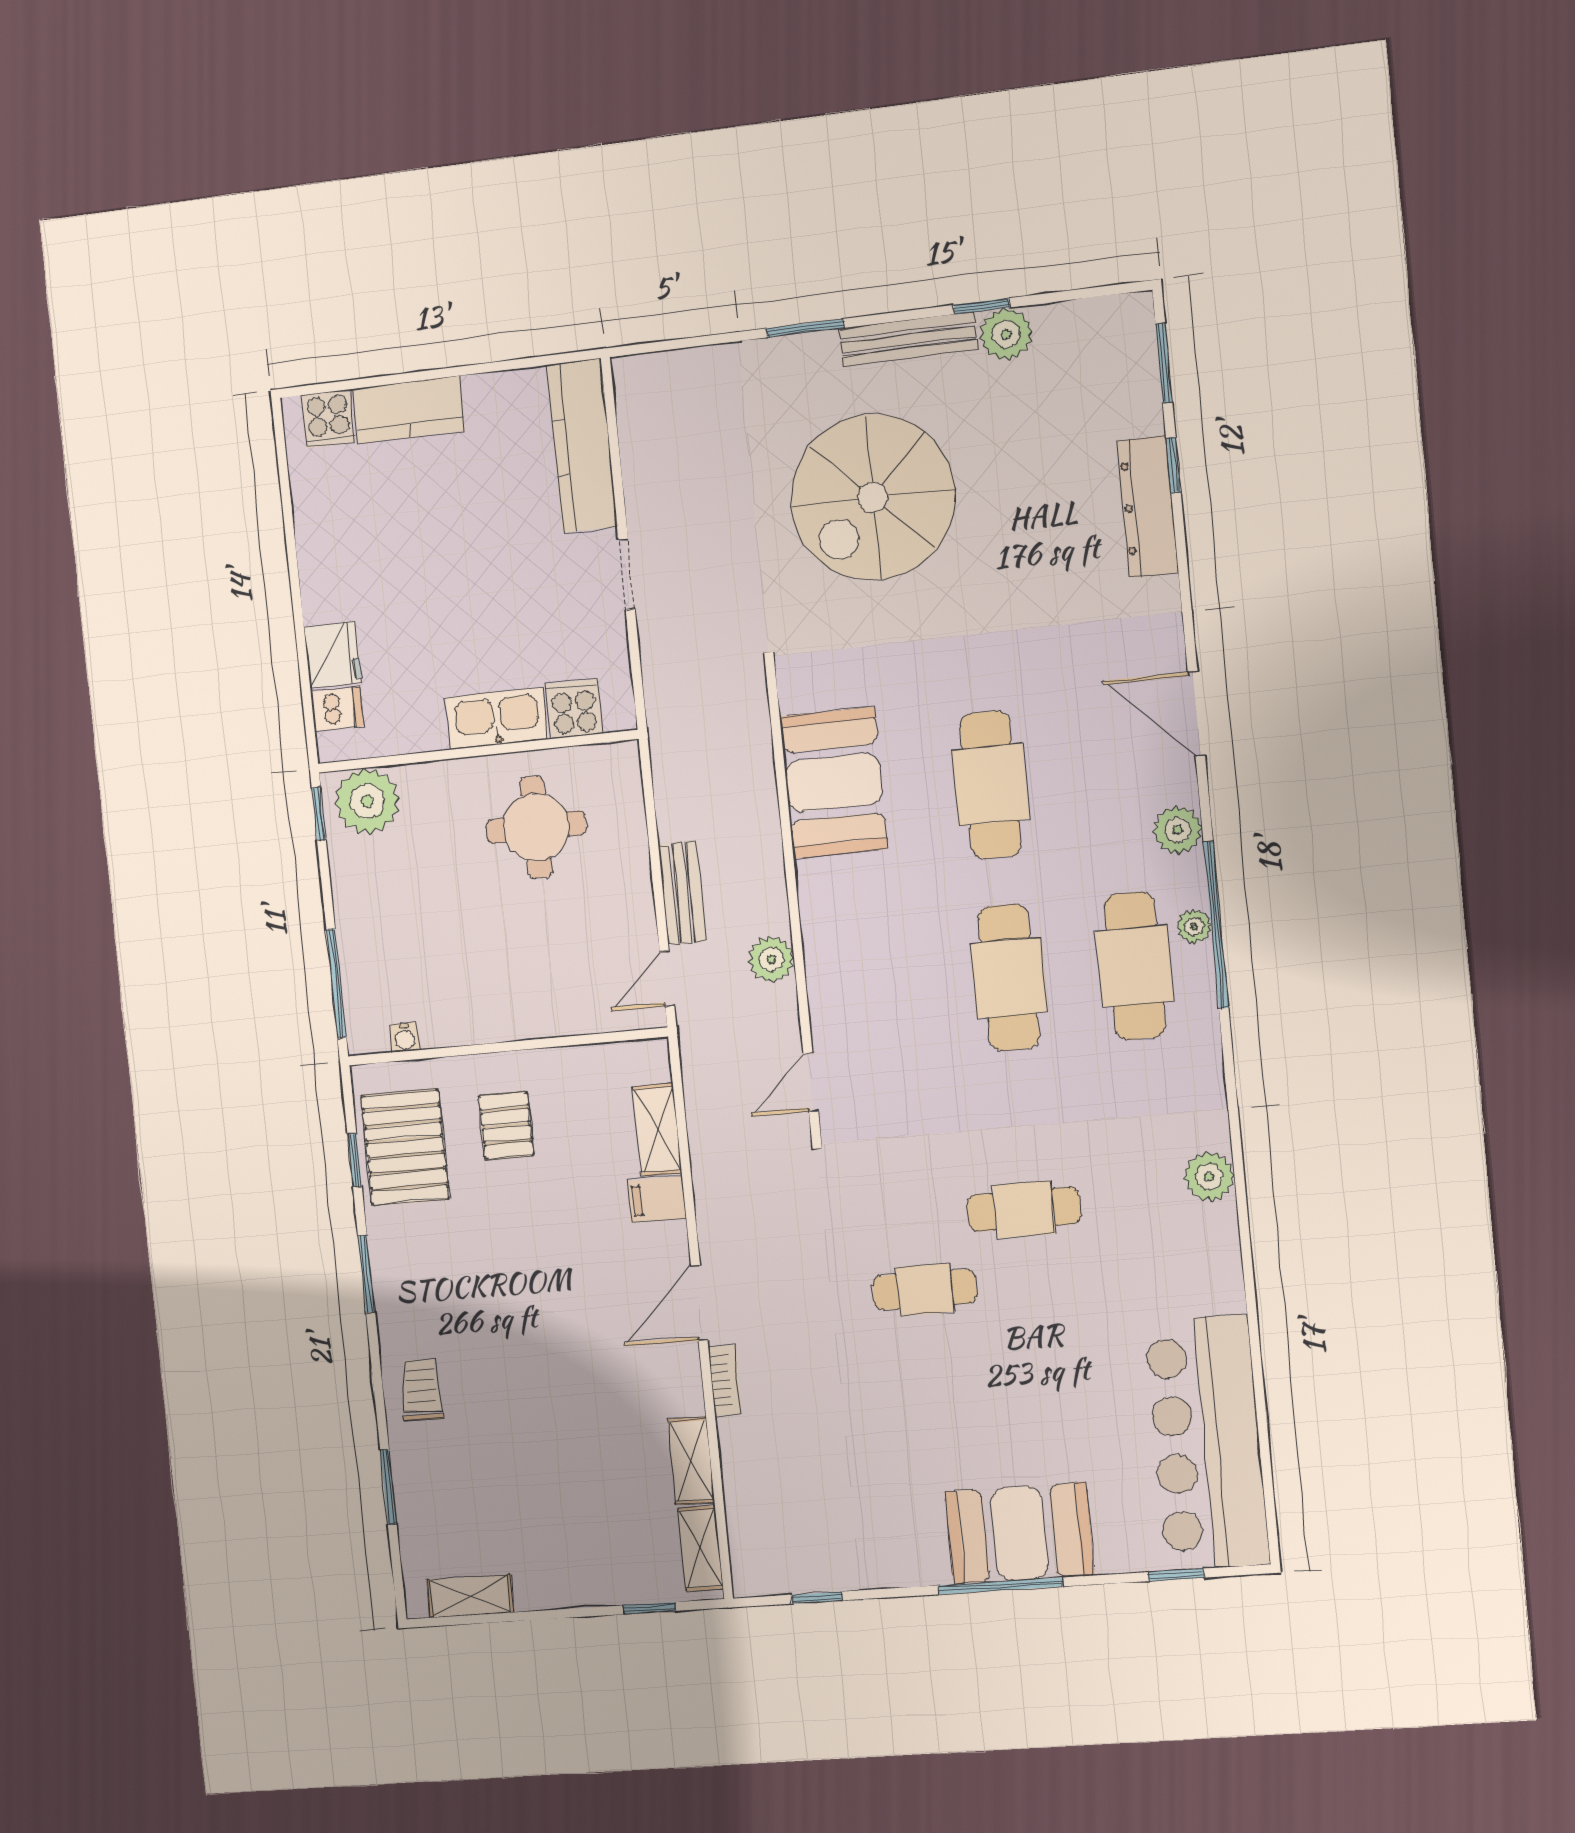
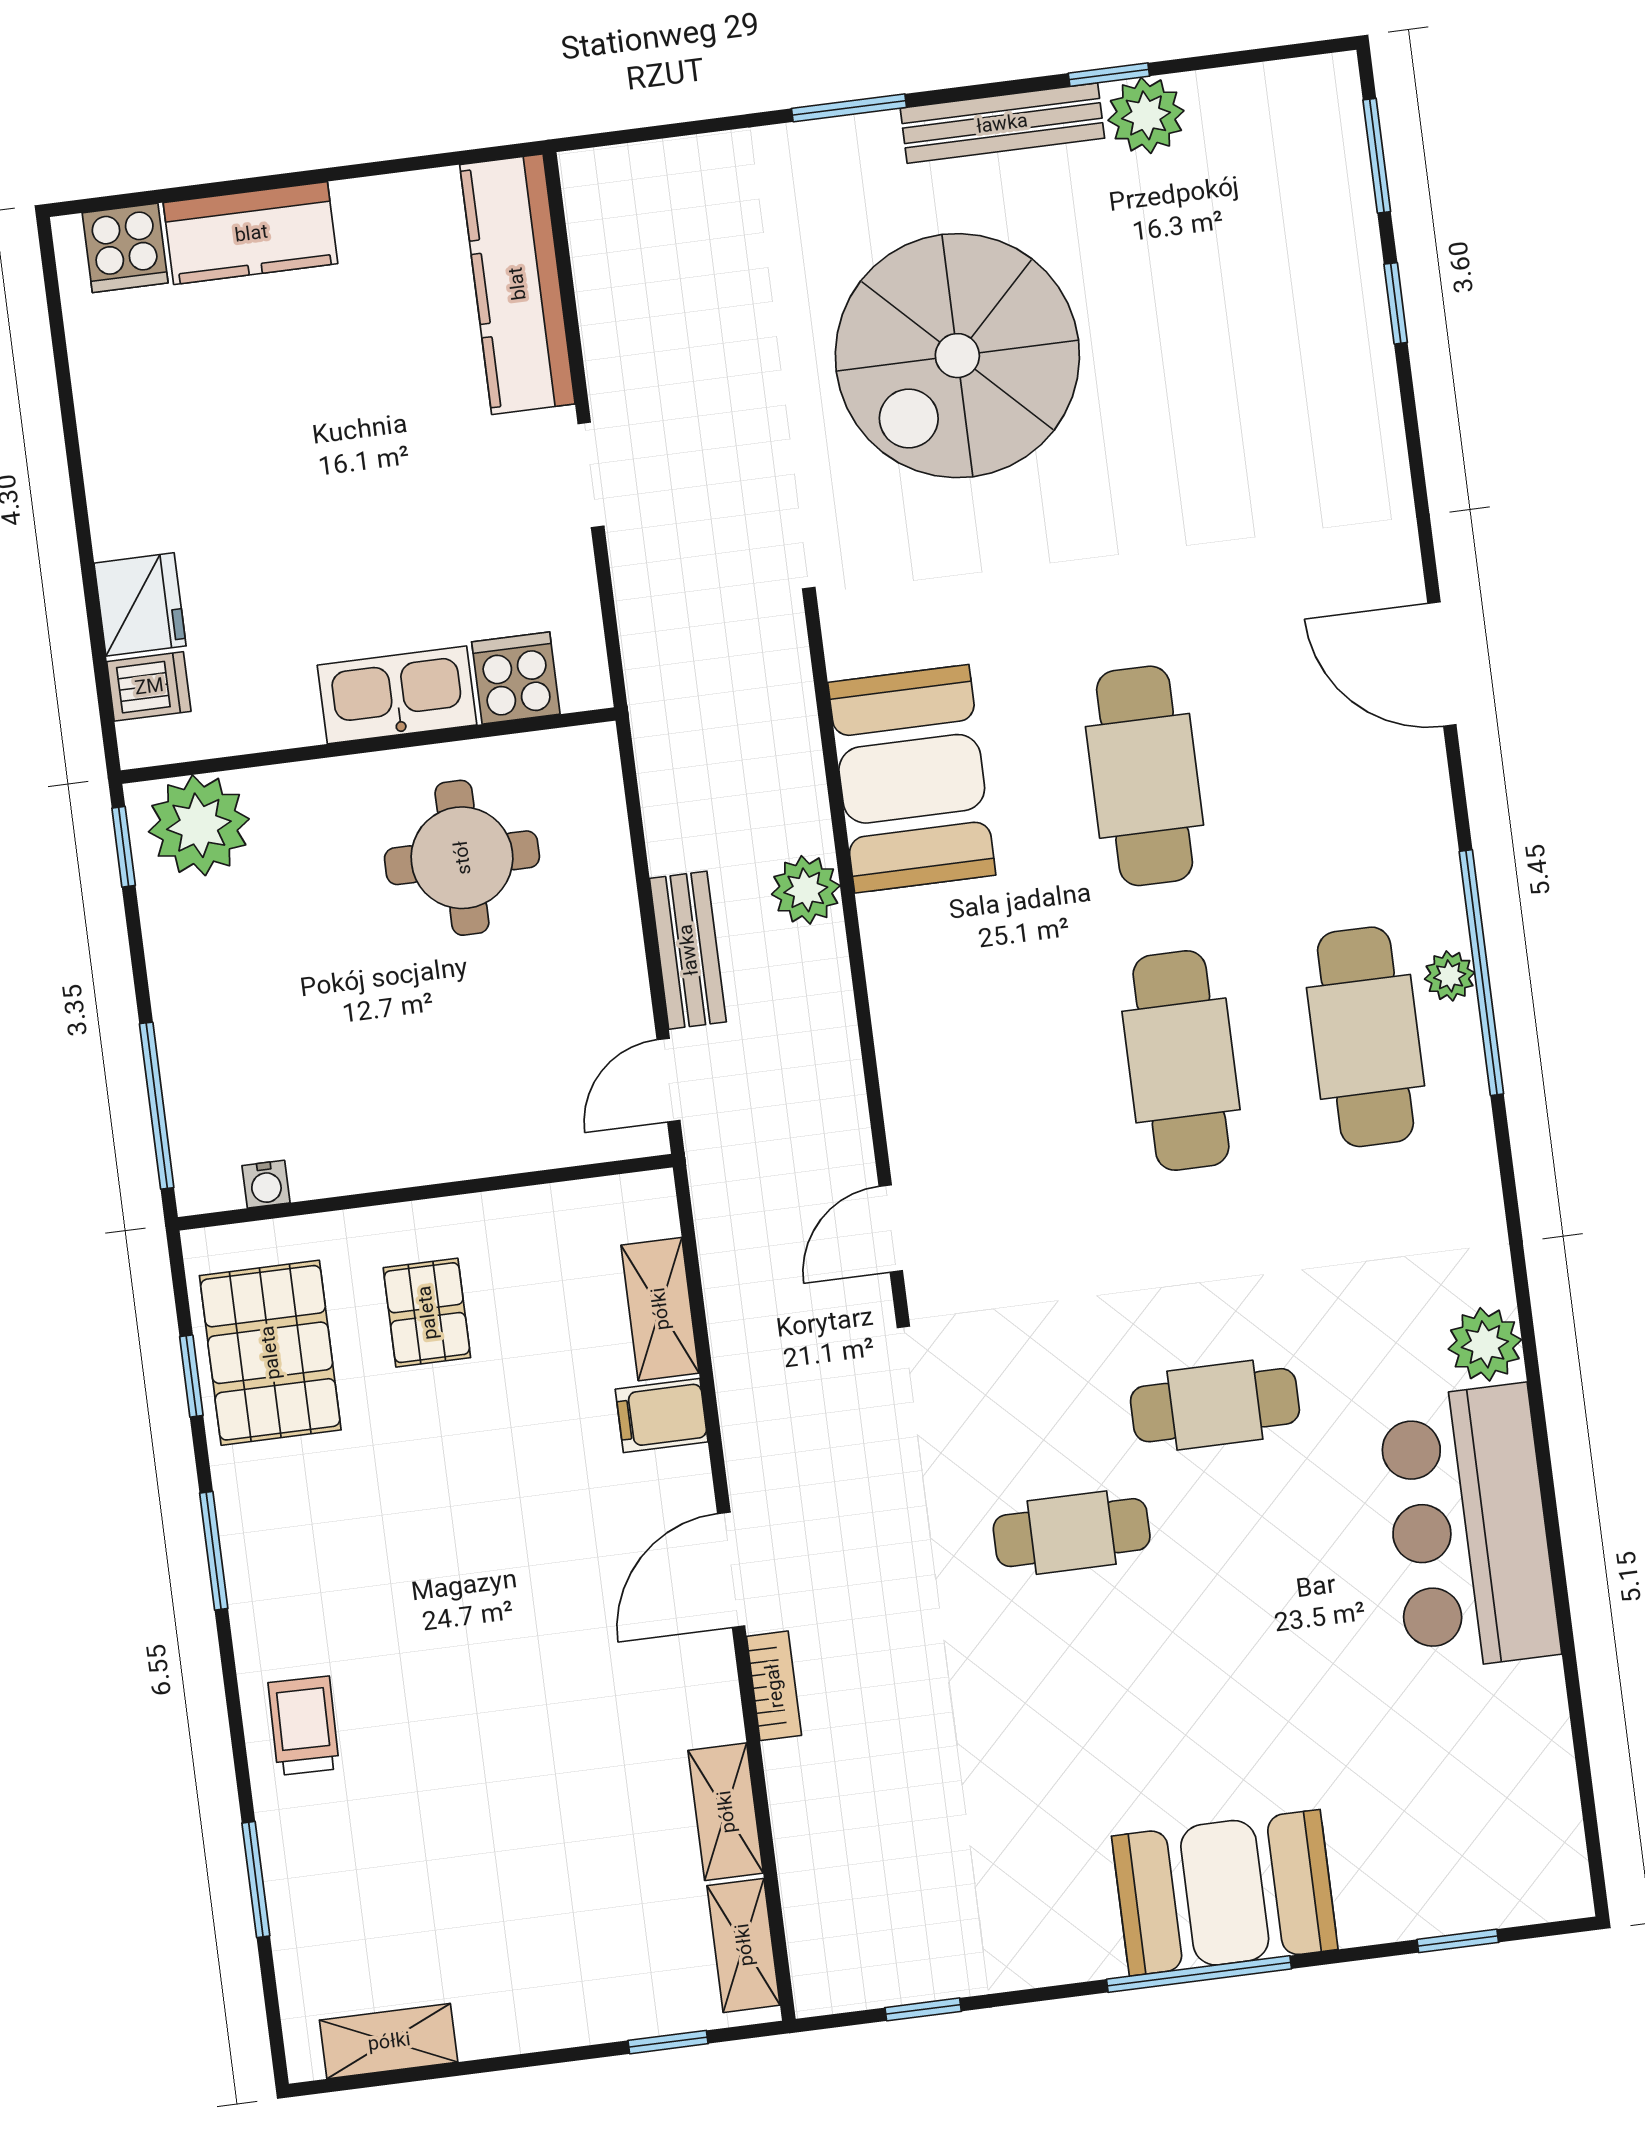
dresser: (1148, 507) -> (1361, 364), removed
plant: (1178, 830) -> (1421, 835), removed
plant: (771, 959) -> (806, 890), moved
bar counter: (1207, 1443) -> (1469, 1528), moved, width x0.73

